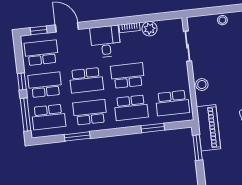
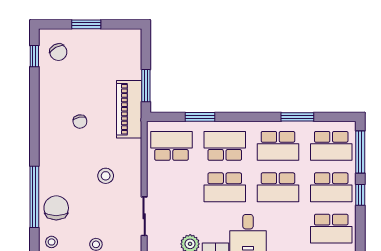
school desk: (86, 80) -> (278, 187), turned 180
stool: (202, 85) -> (106, 176), moved
school desk: (49, 117) -> (331, 146), turned 180

